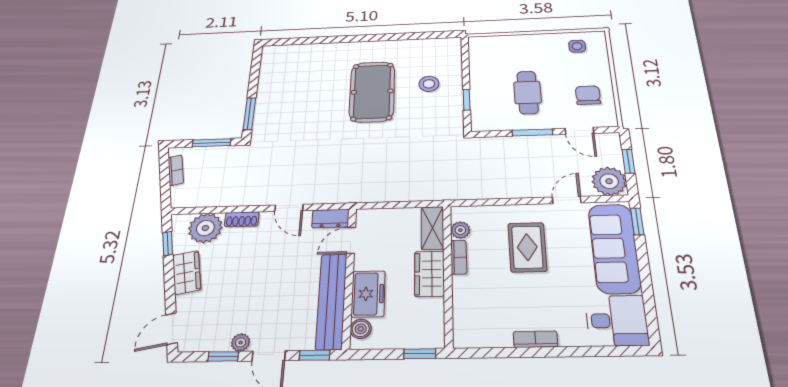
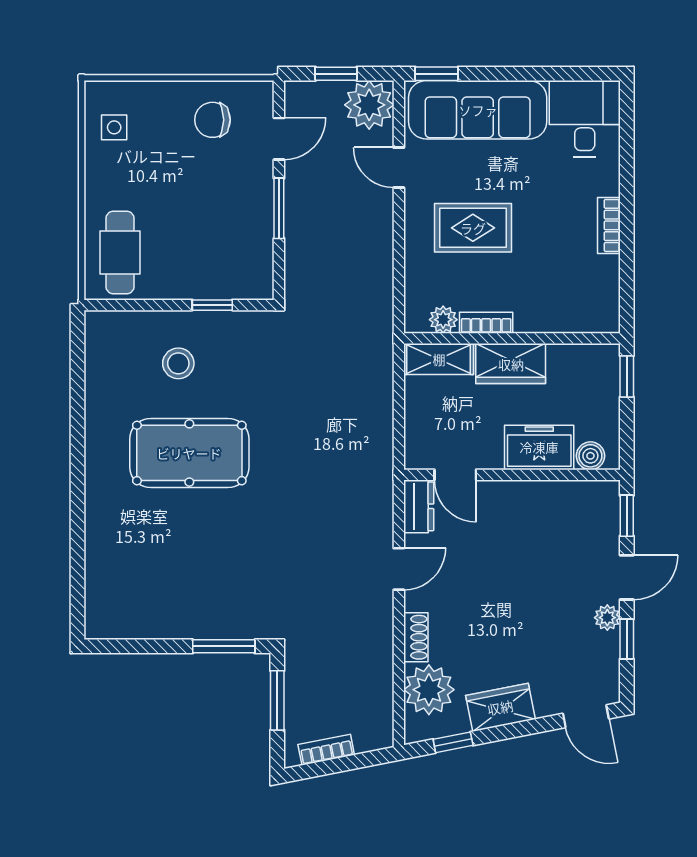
cafe table: (528, 92) -> (120, 253), moved, turned 90
bench: (331, 301) -> (549, 498), removed

